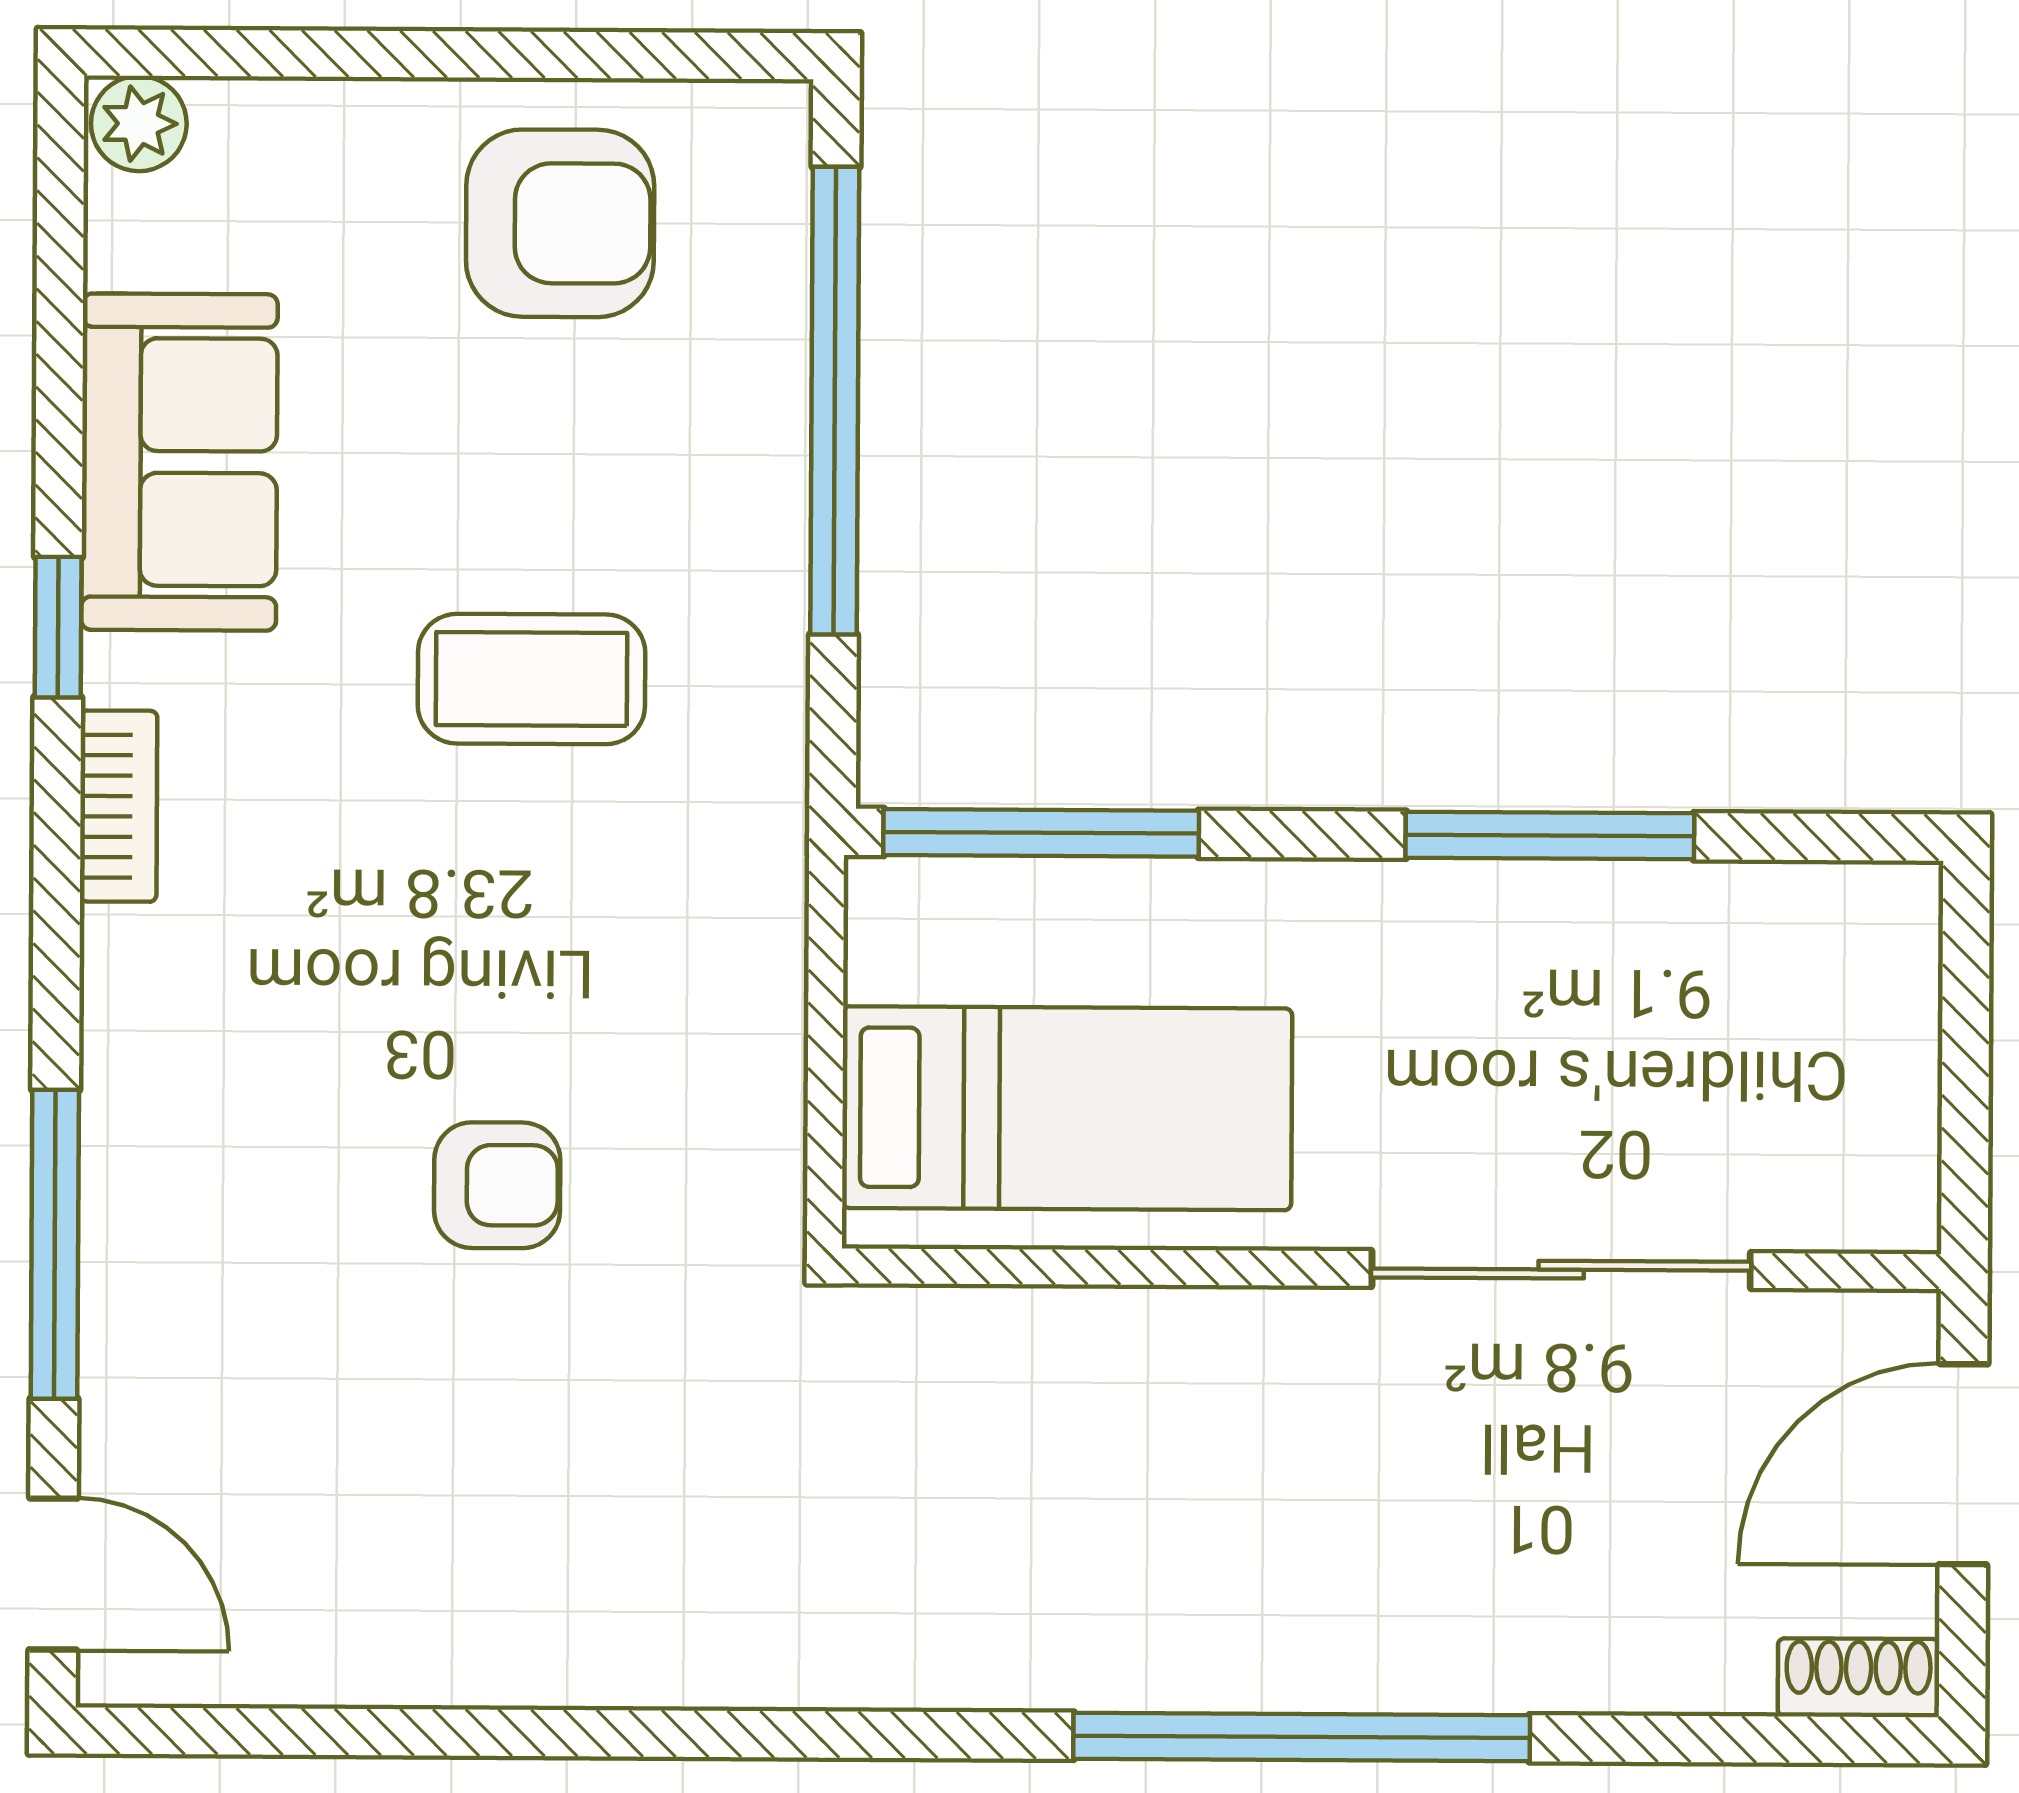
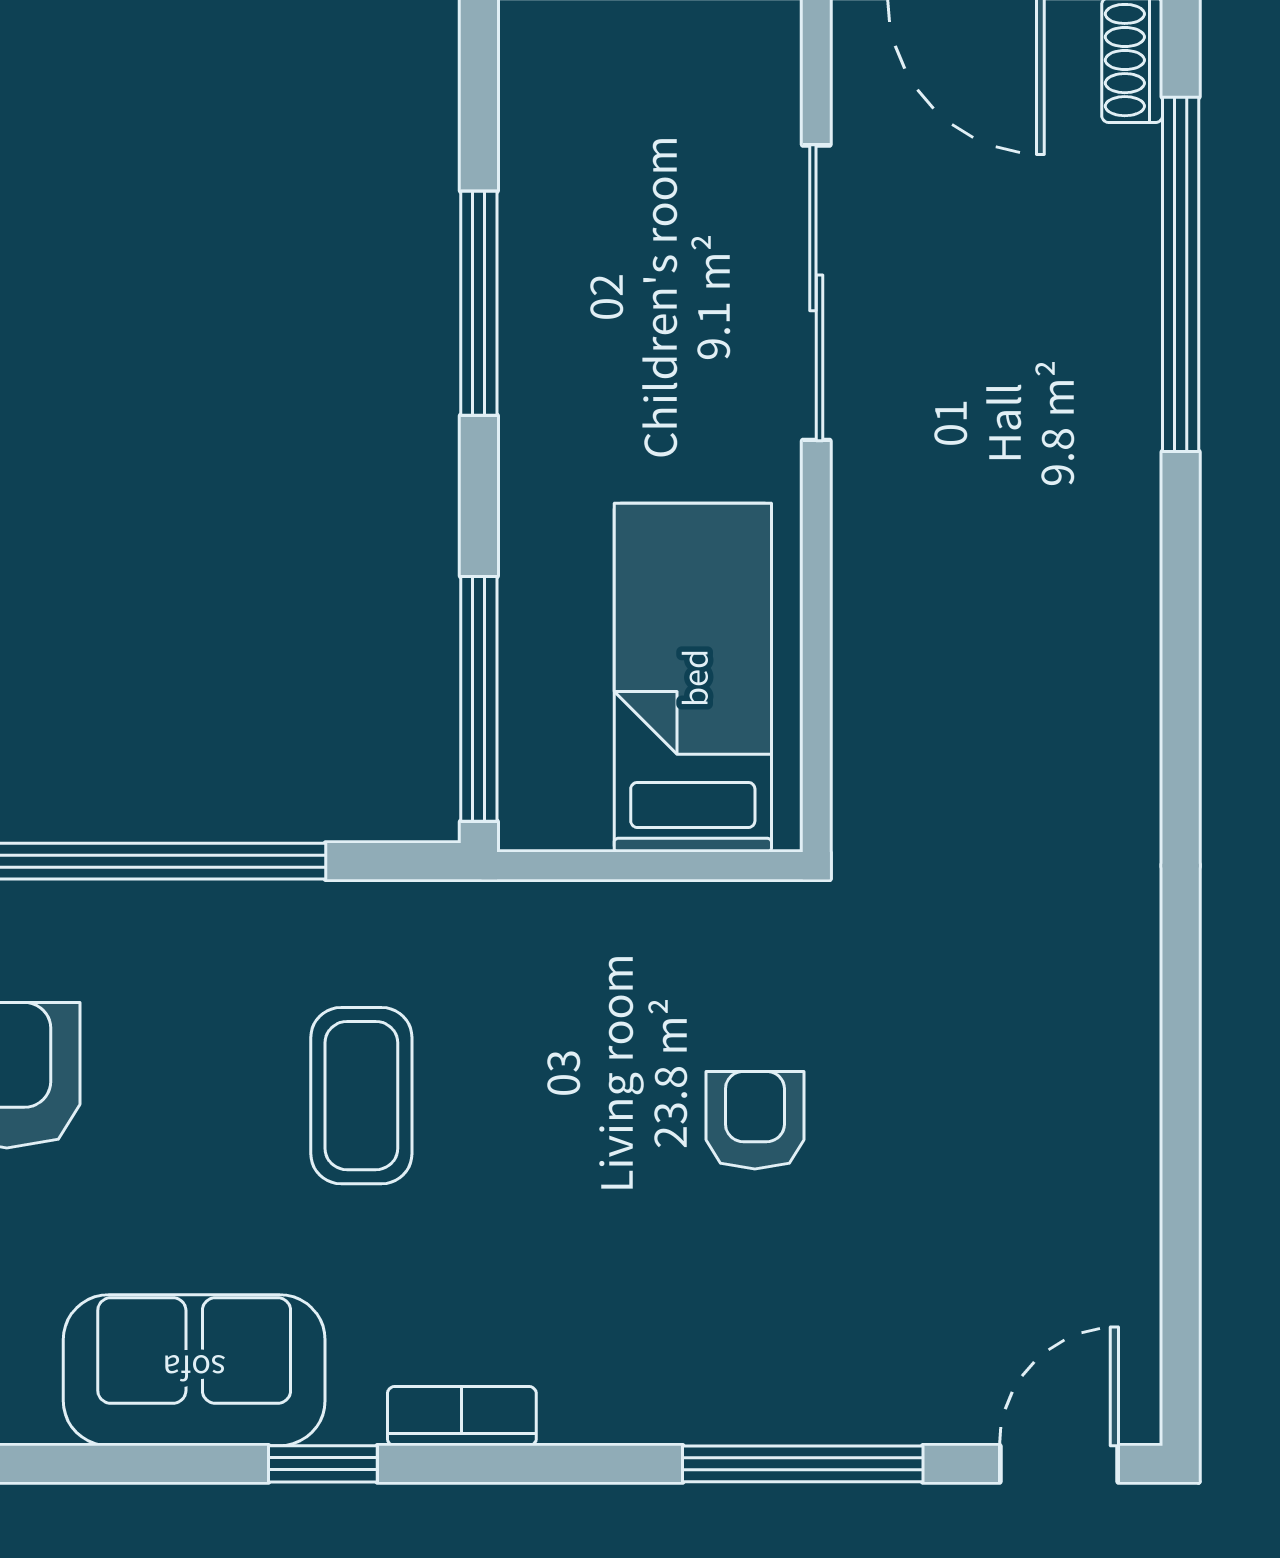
window: (1302, 1737) -> (1181, 274), moved

